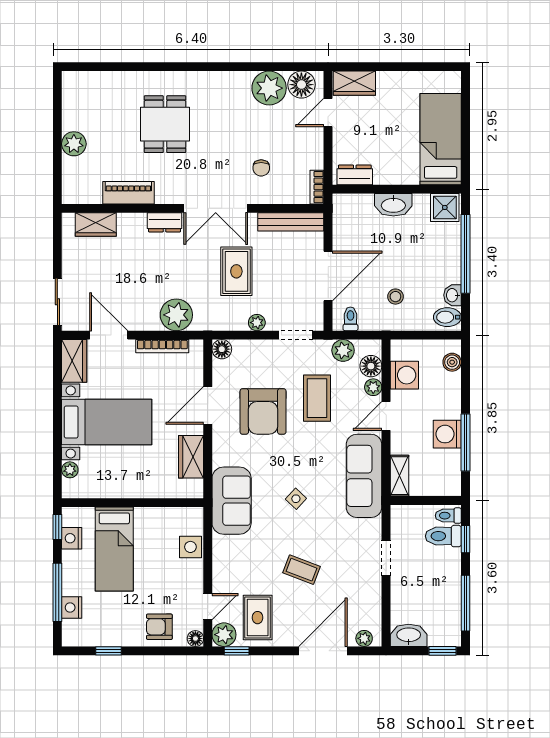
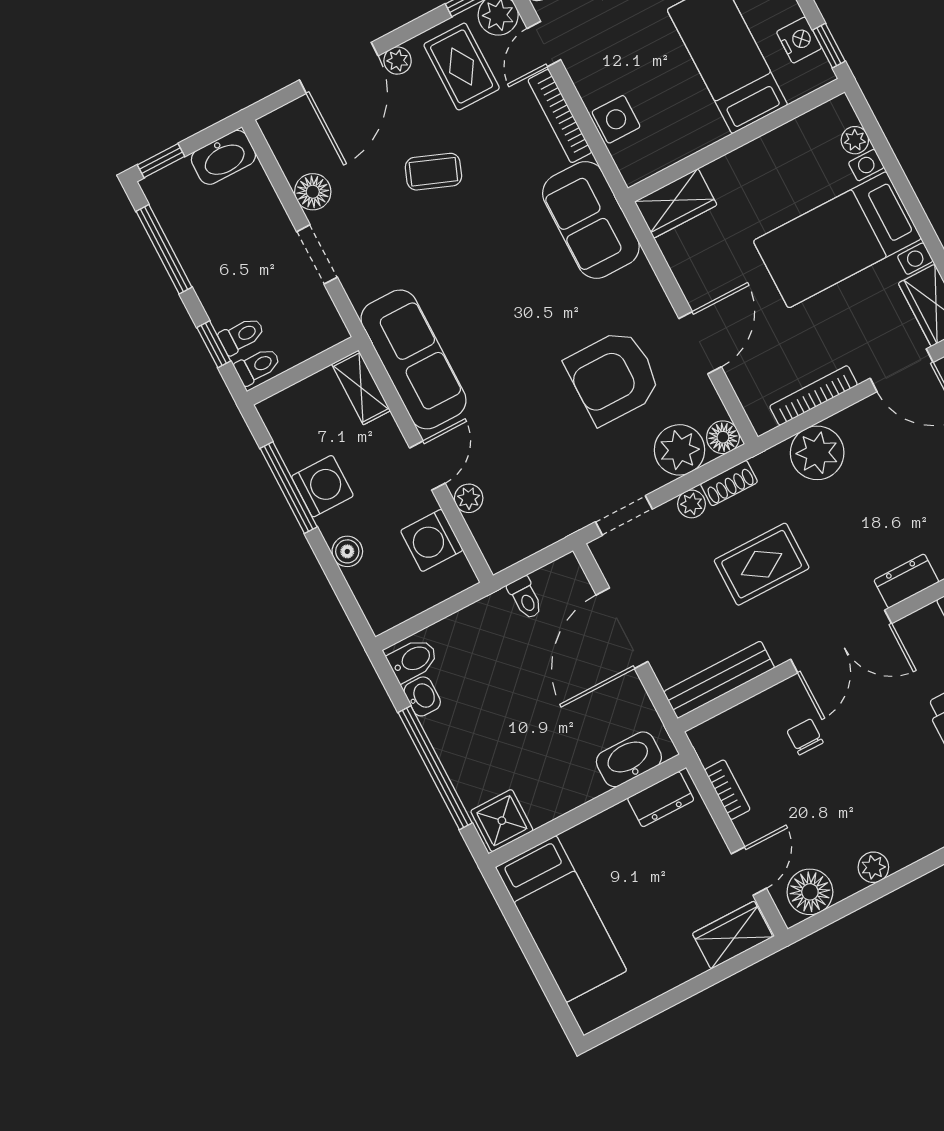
plant: (269, 88) -> (873, 867), width x0.53, depth x0.53
bookcase: (317, 187) -> (727, 790), moved
washbasin: (393, 205) -> (629, 759), moved
double door: (216, 208) -> (841, 641), swing flipped
rug: (236, 271) -> (762, 564), turned 90
stool: (395, 297) -> (506, 650), removed
toilet: (350, 319) -> (525, 598), moved
shoe rack: (231, 323) -> (729, 483), added
plant: (343, 350) -> (679, 450), moved, width x1.36, depth x1.36
boiler: (452, 362) -> (347, 551), moved
floor lamp: (371, 366) -> (313, 192), moved
coffee table: (317, 398) -> (544, 438), removed
armchair: (263, 411) -> (613, 377), turned -90
wardrobe: (191, 457) -> (676, 203), moved, turned 90
side table: (296, 499) -> (497, 273), removed
toilet: (443, 536) -> (242, 336), width x0.73, depth x0.72
bookcase: (219, 564) -> (560, 116), added
plant: (364, 638) -> (398, 61), moved

